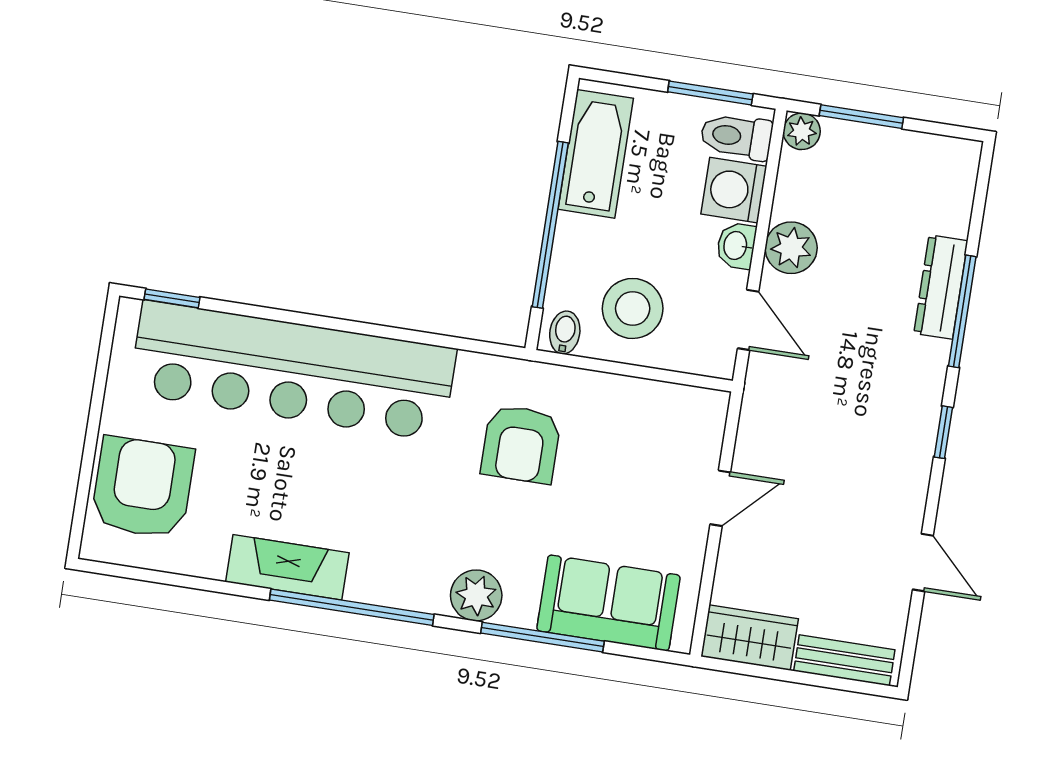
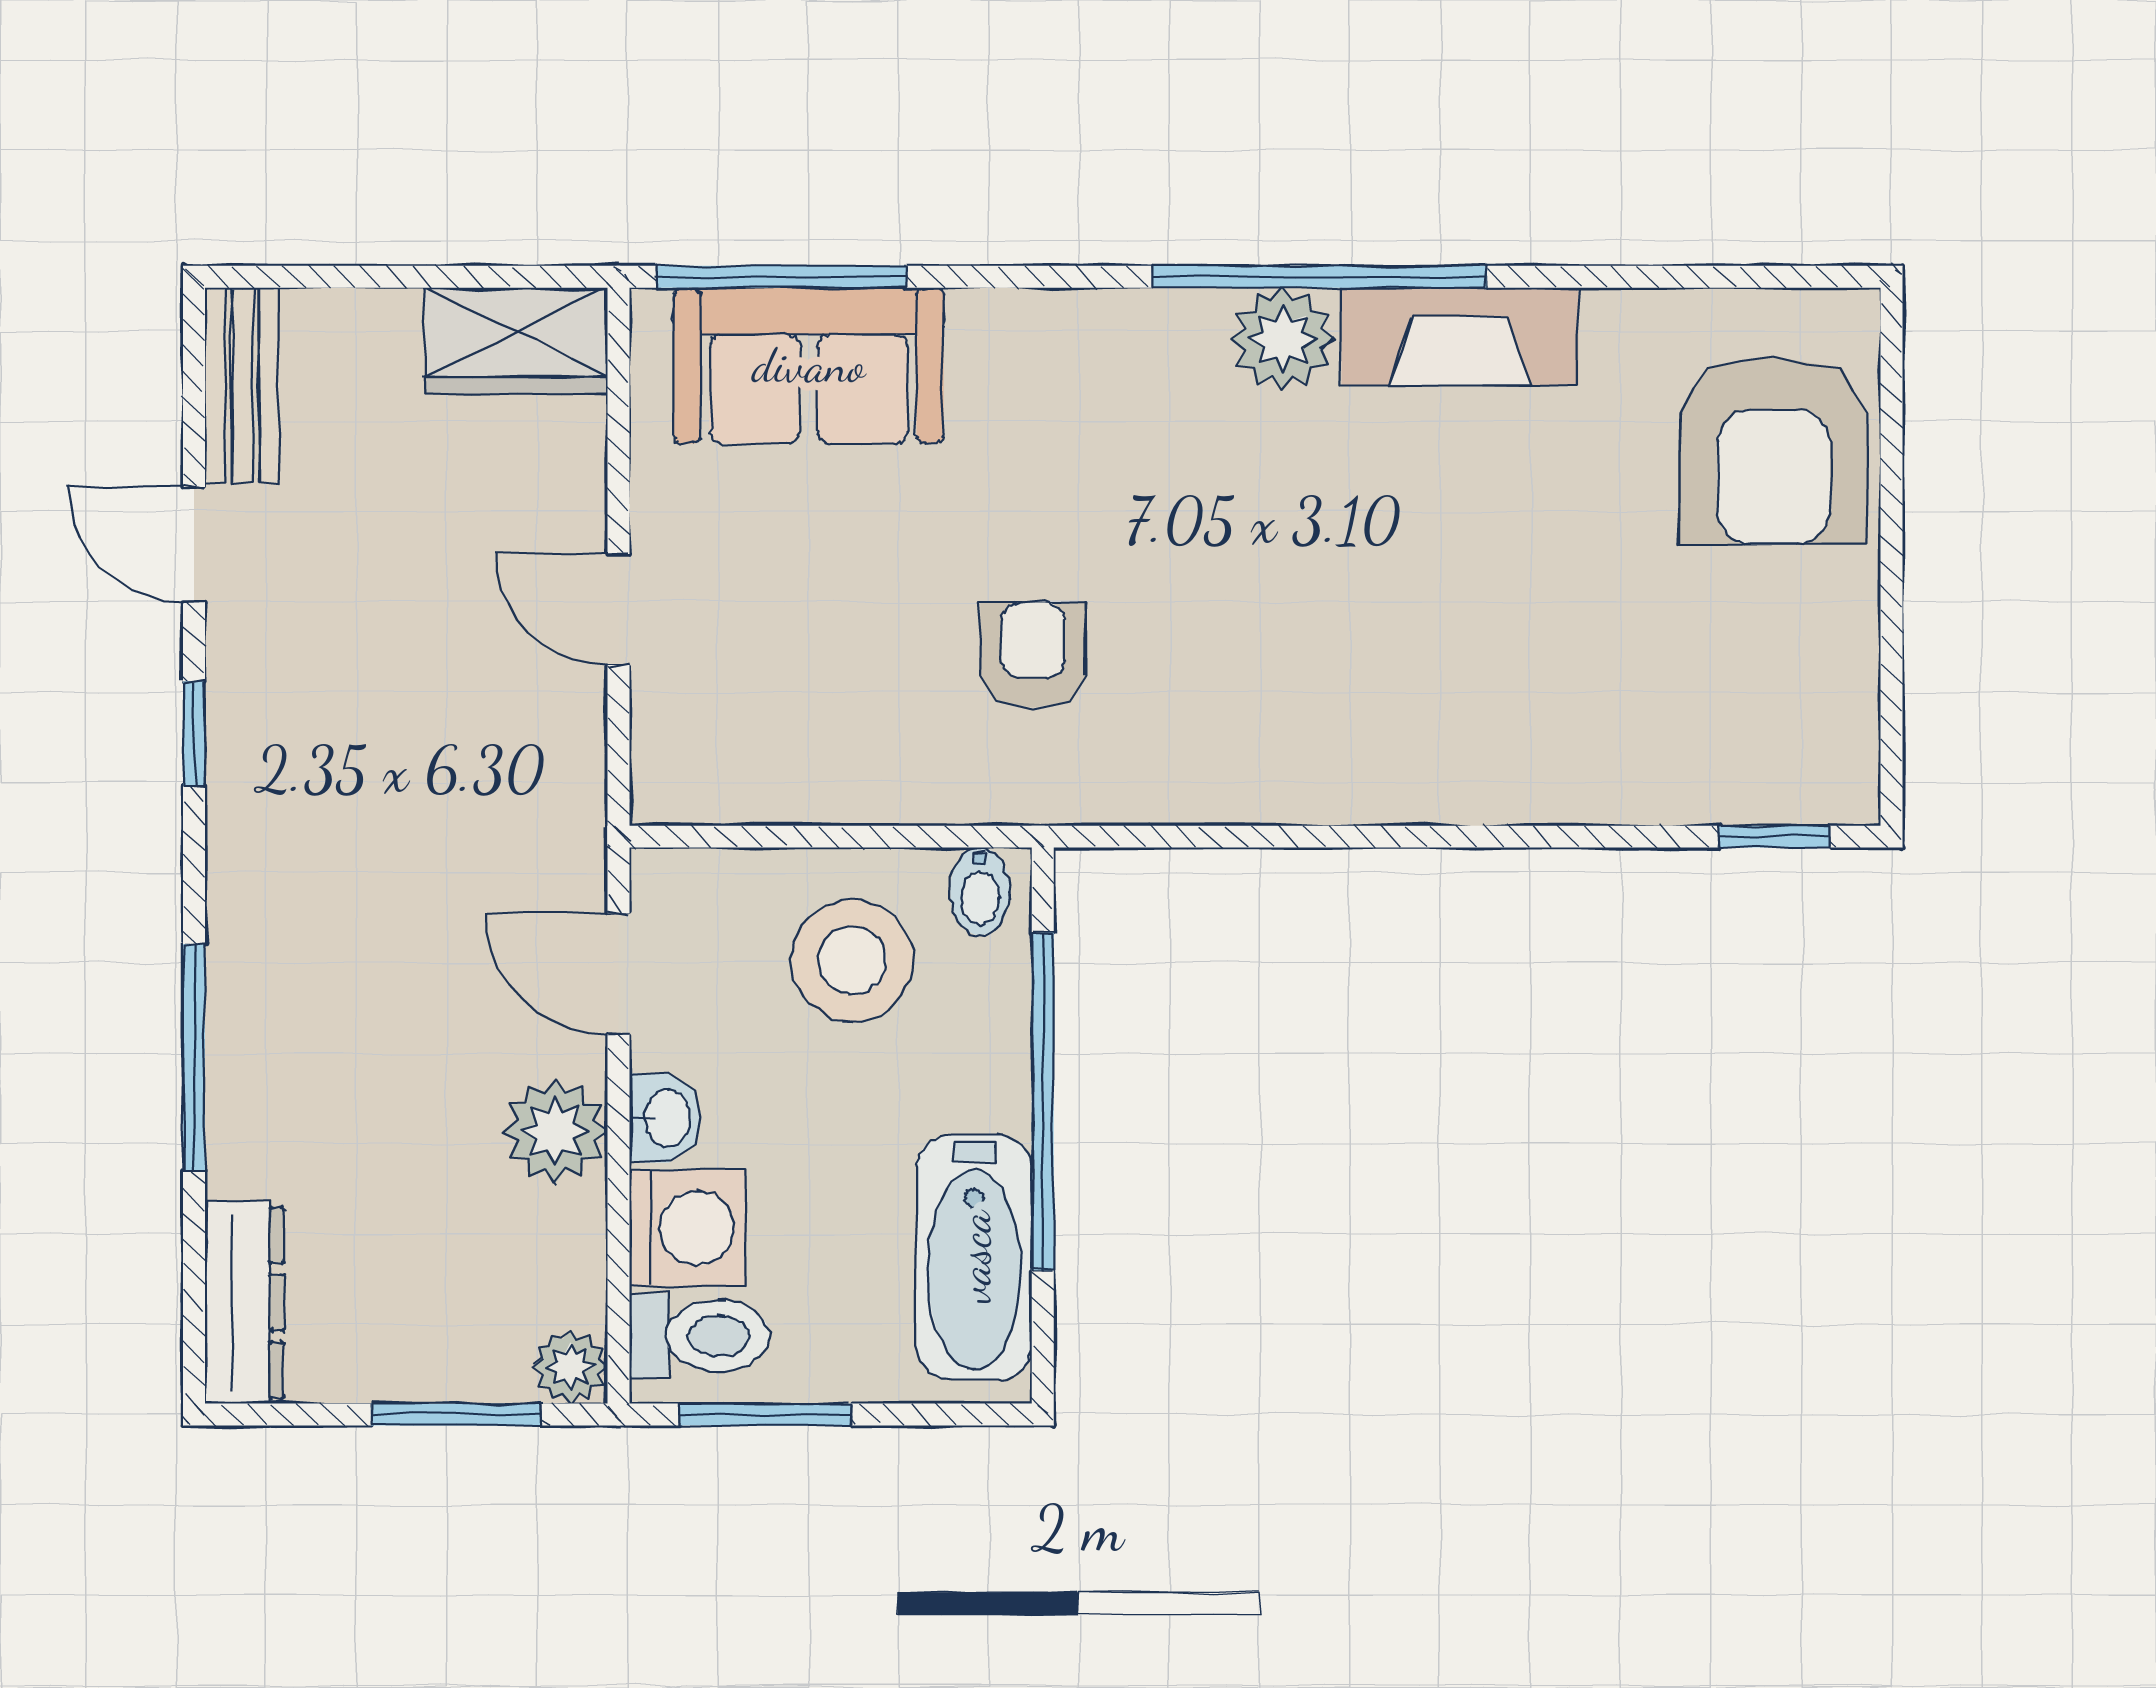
dresser: (941, 287) -> (244, 1303), moved
bar counter: (293, 371) -> (1511, 730), removed
window: (943, 432) -> (194, 734), moved
armchair: (521, 444) -> (1033, 655), width x0.72, depth x0.72
door: (720, 498) -> (618, 609), hinge flipped
plant: (476, 595) -> (1283, 339), moved
window: (542, 637) -> (781, 277), moved
bench: (844, 660) -> (242, 385), moved, turned 90

